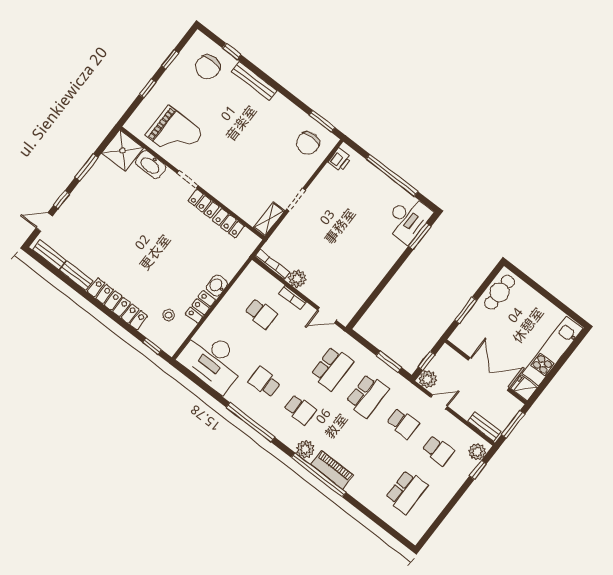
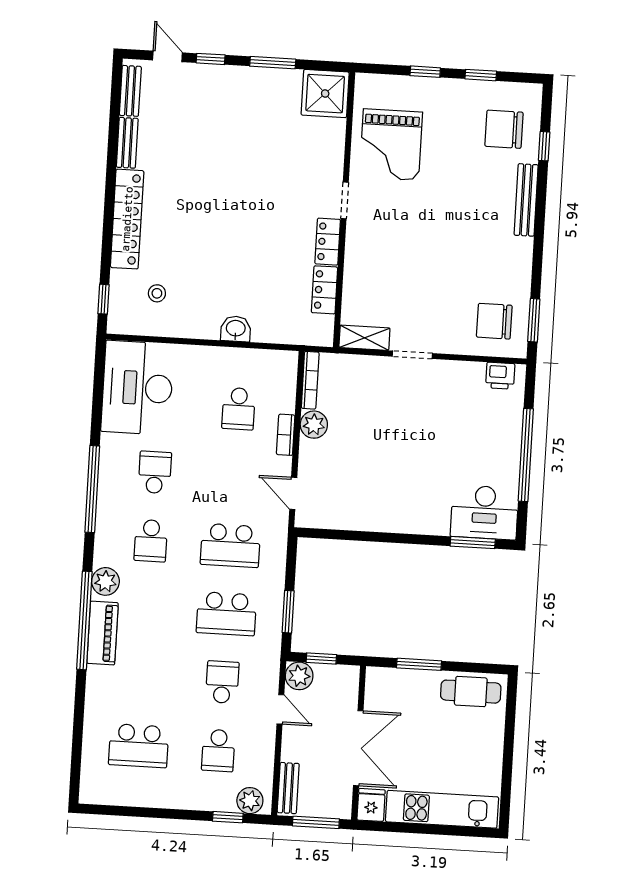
washbasin: (151, 165) -> (331, 141), removed
locker: (201, 307) -> (195, 327), removed
school desk: (403, 423) -> (222, 682), turned 180

